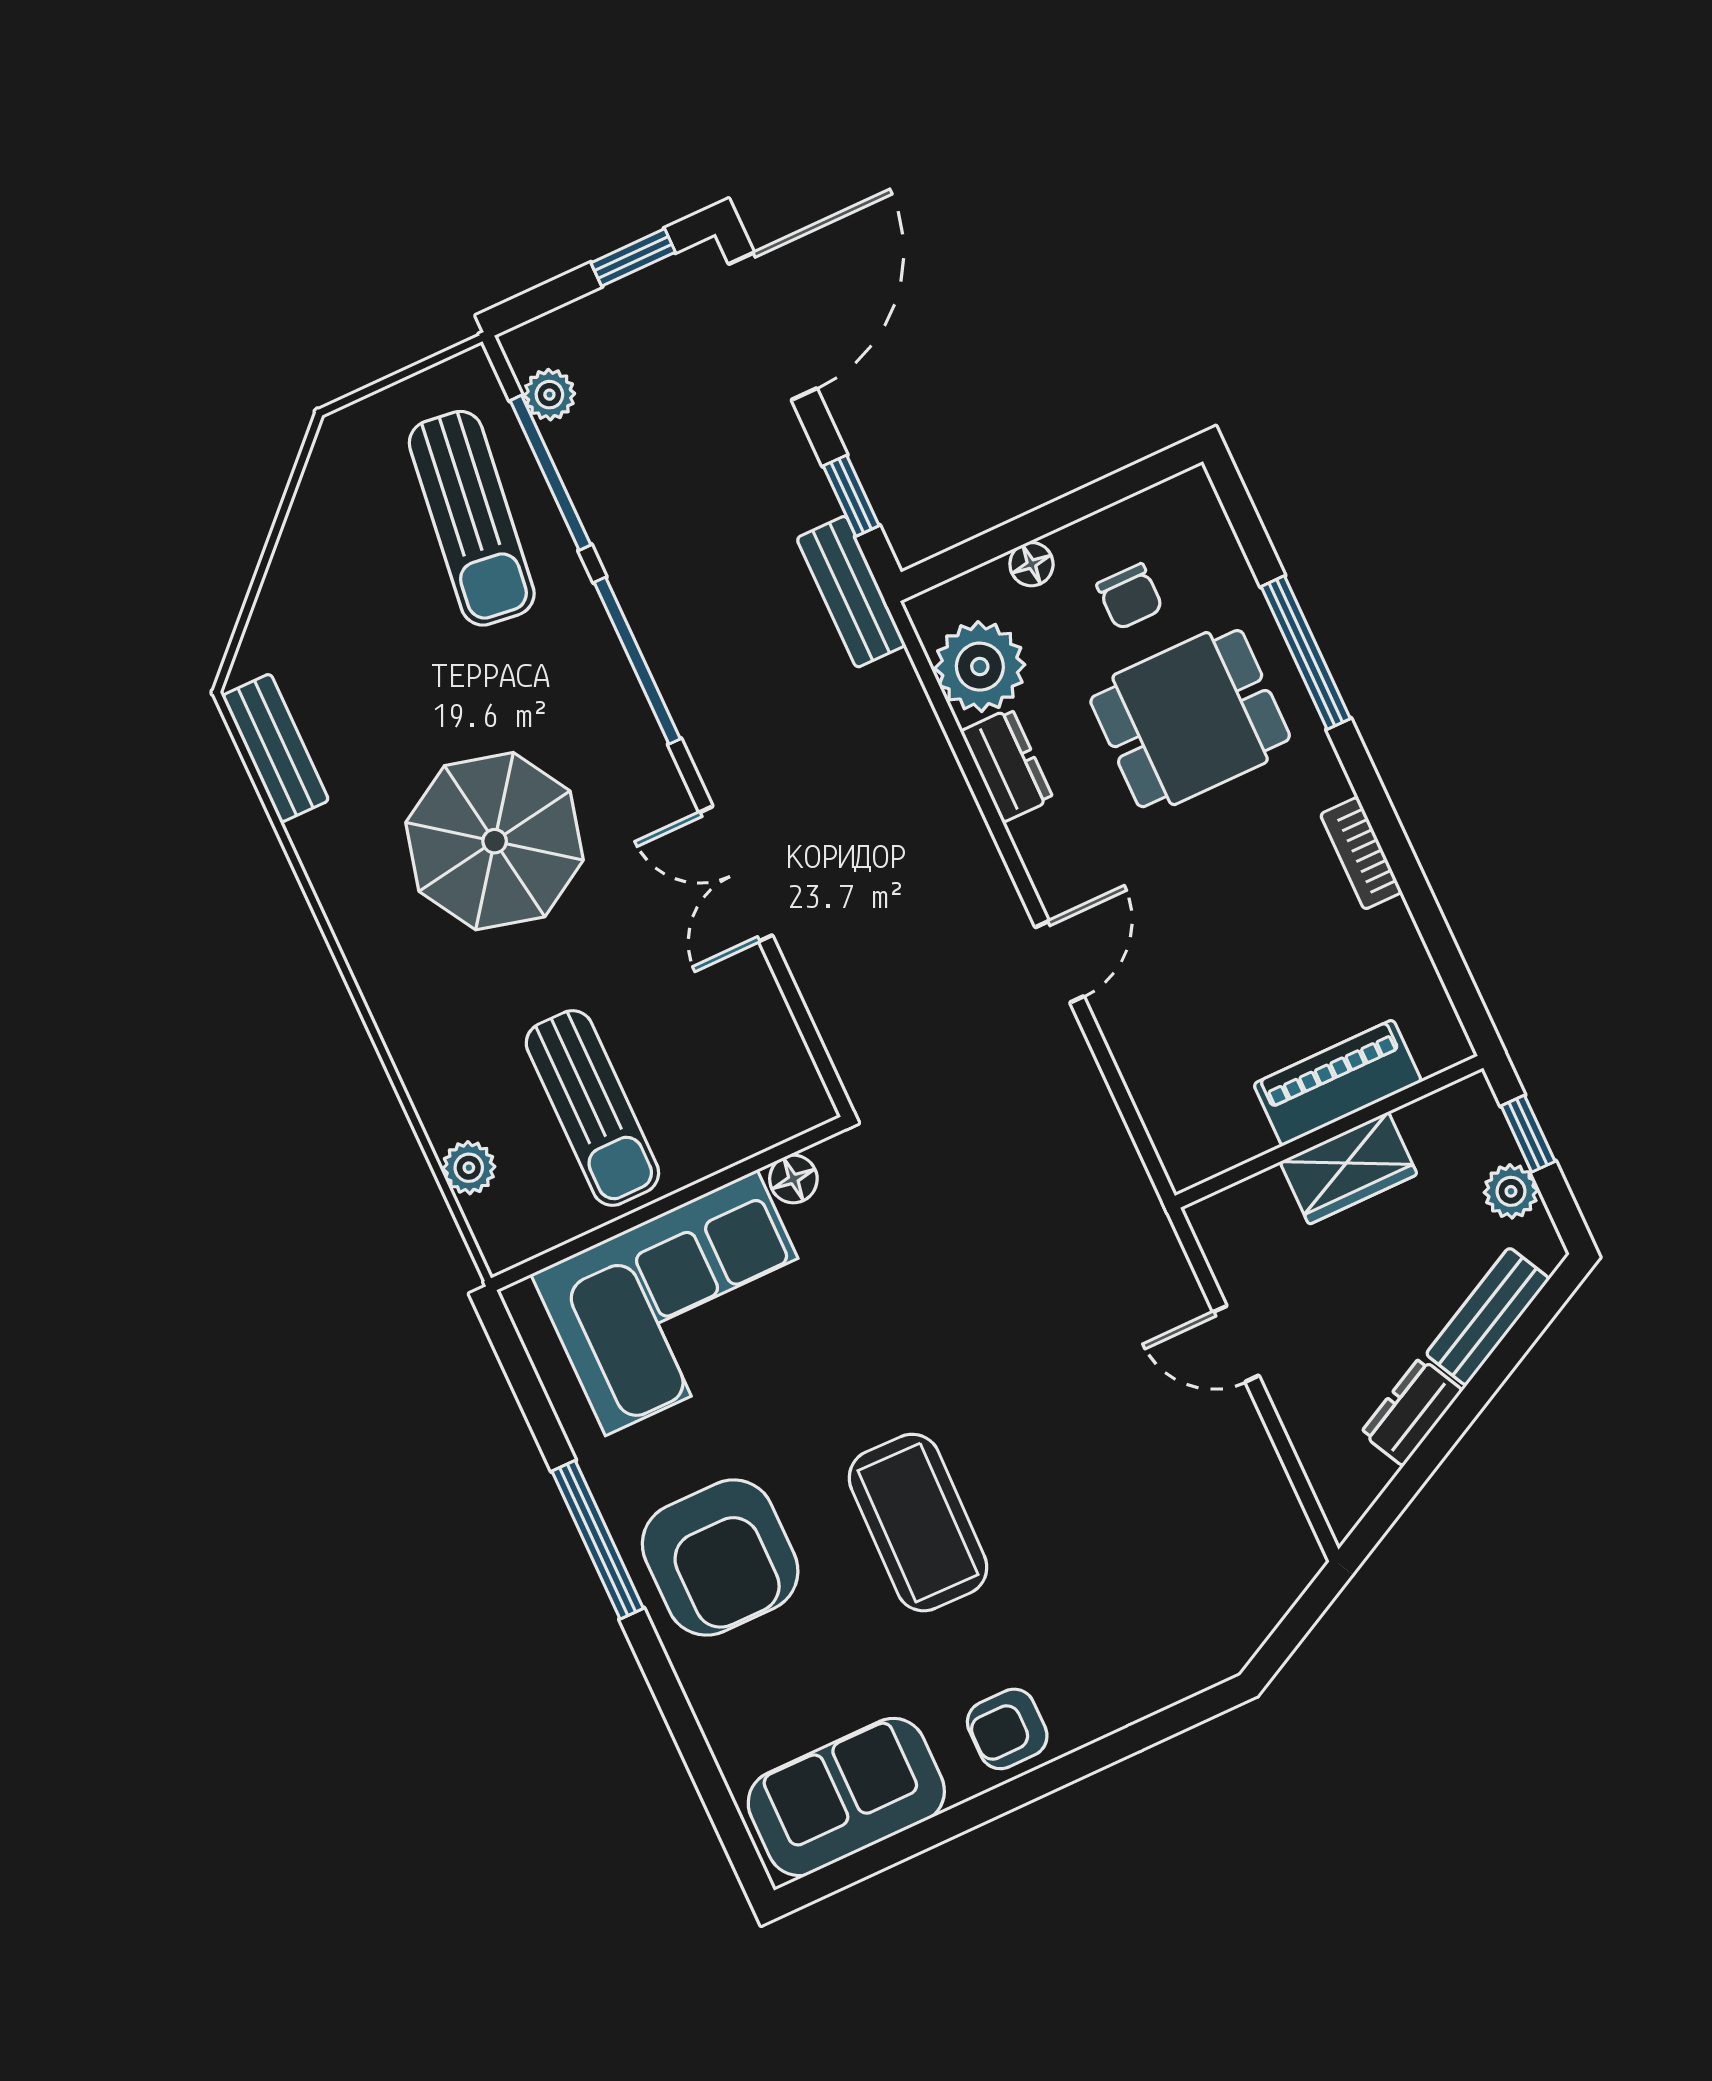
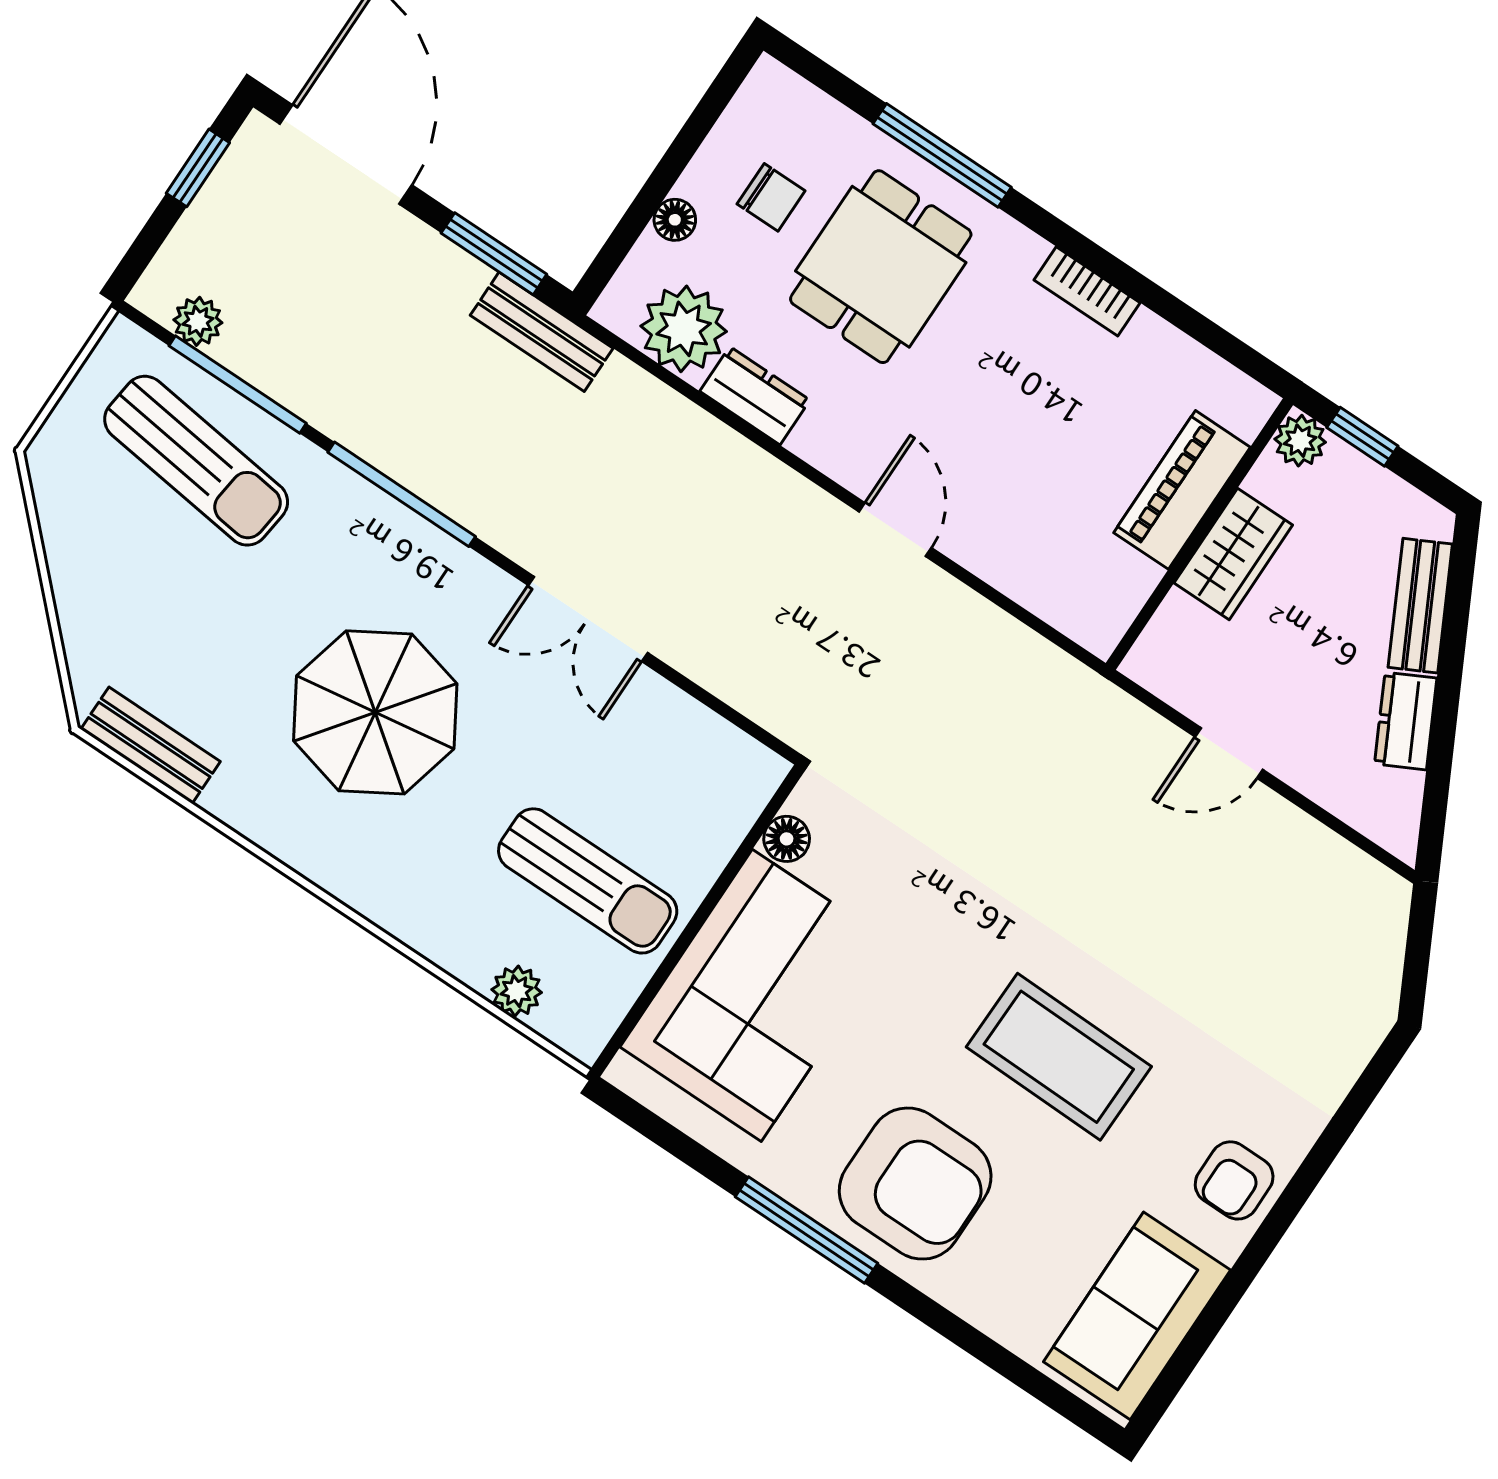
window: (851, 496) -> (494, 254), width x1.50
plant: (1511, 1191) -> (1300, 441), moved

